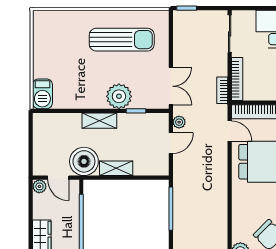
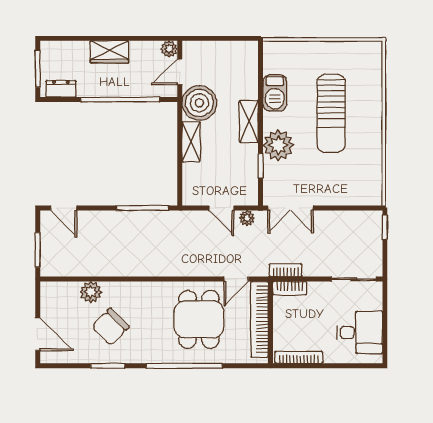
sun lounger: (122, 40) -> (331, 113), moved
bookcase: (237, 79) -> (290, 288), width x0.64
barbecue: (42, 94) -> (275, 93), moved, turned -90

